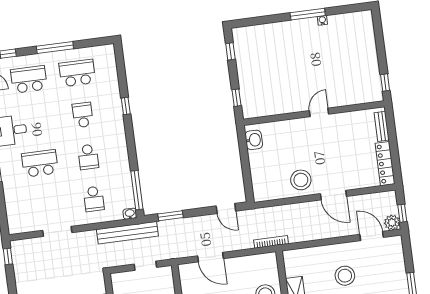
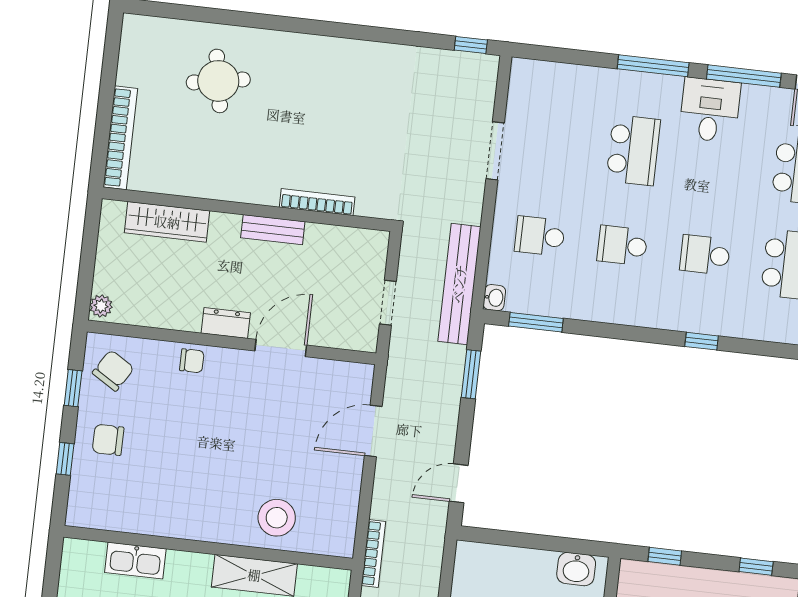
school desk: (83, 115) -> (705, 255), turned 180
window: (137, 190) -> (536, 322), width x0.69

